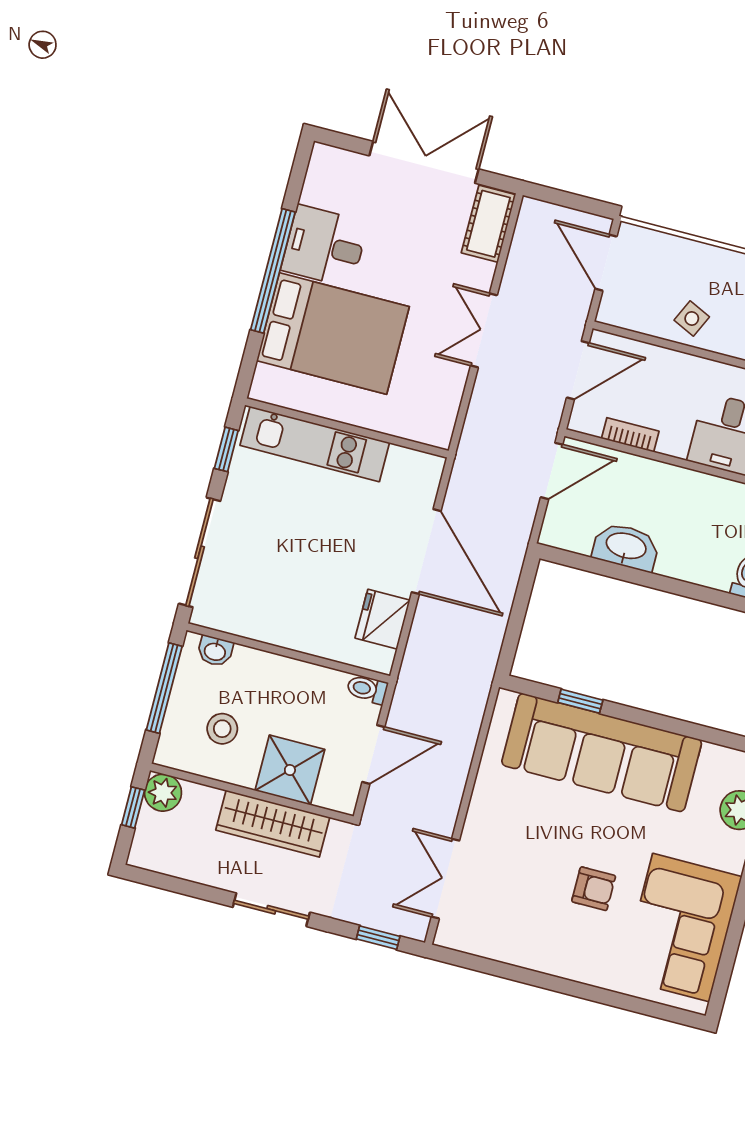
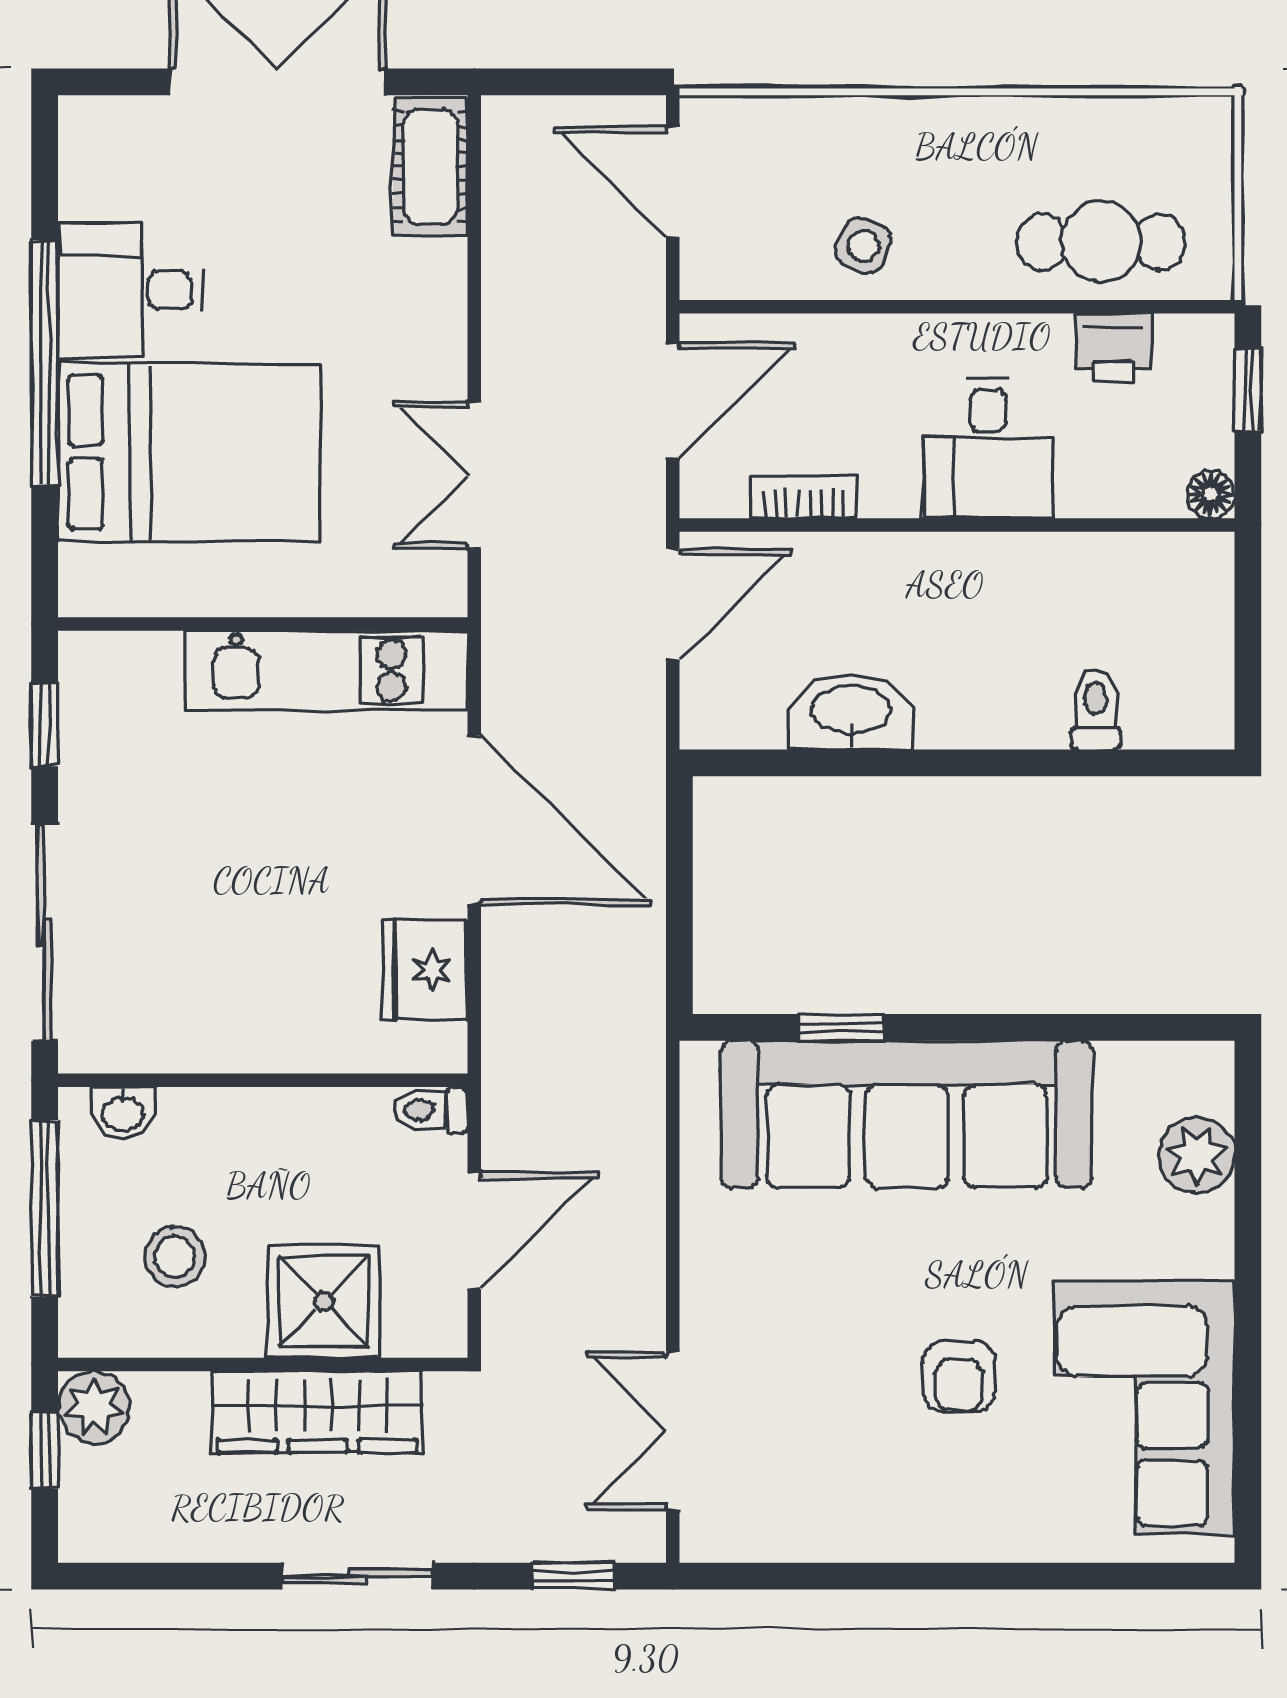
double door: (484, 330) -> (474, 475), moved
kitchen unit: (315, 444) -> (326, 670), moved
armchair: (594, 889) -> (959, 1377), turned 90

